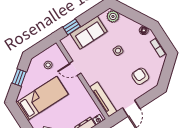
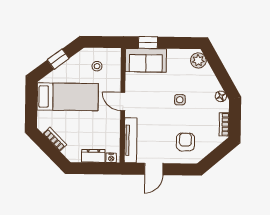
sofa: (89, 33) -> (146, 60), moved
door: (75, 68) -> (123, 101), moved

